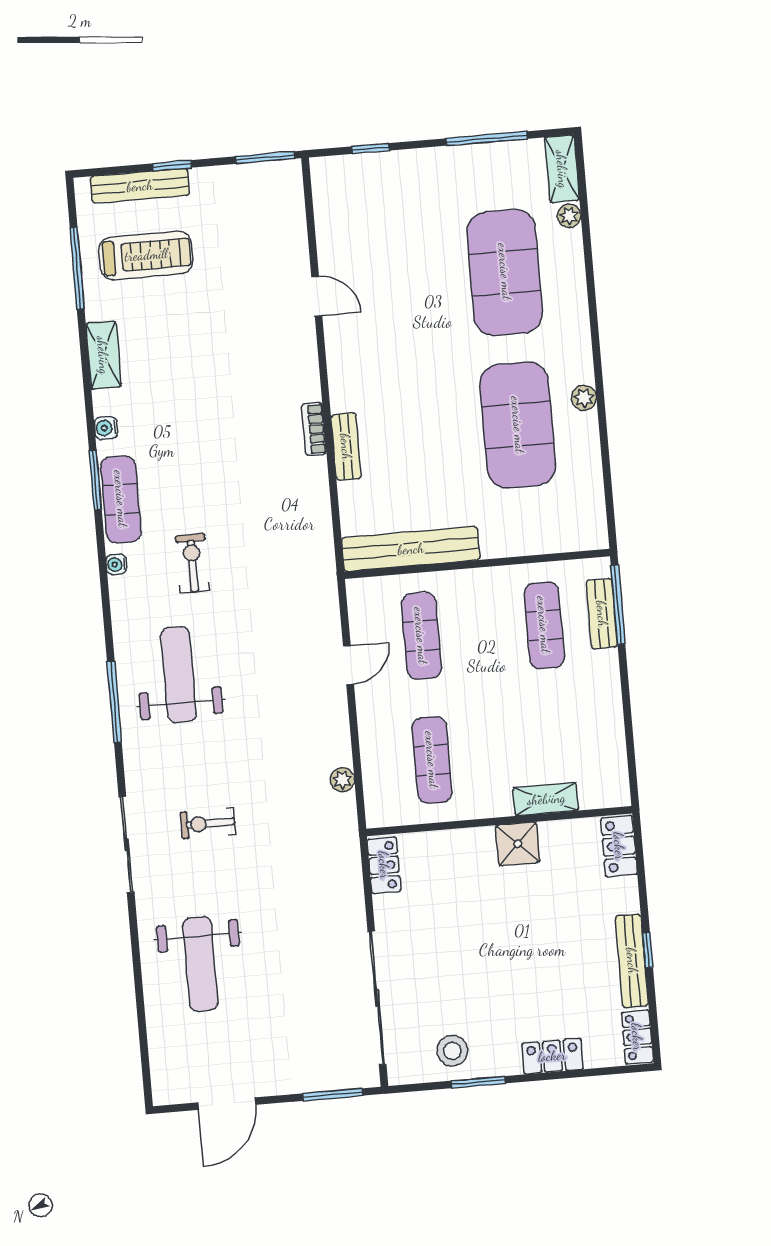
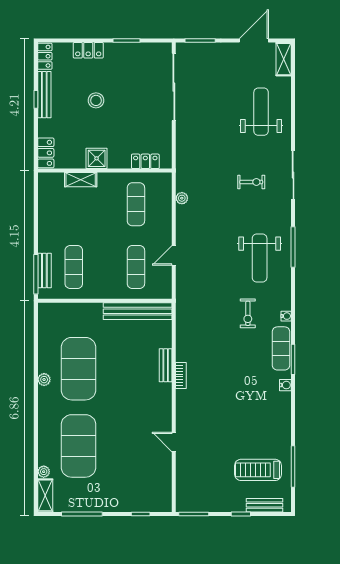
bench: (140, 186) -> (264, 505), width x0.73
shelving: (103, 355) -> (284, 59), moved
locker: (384, 865) -> (145, 161), moved, turned 90
stool: (452, 1051) -> (96, 100), moved

